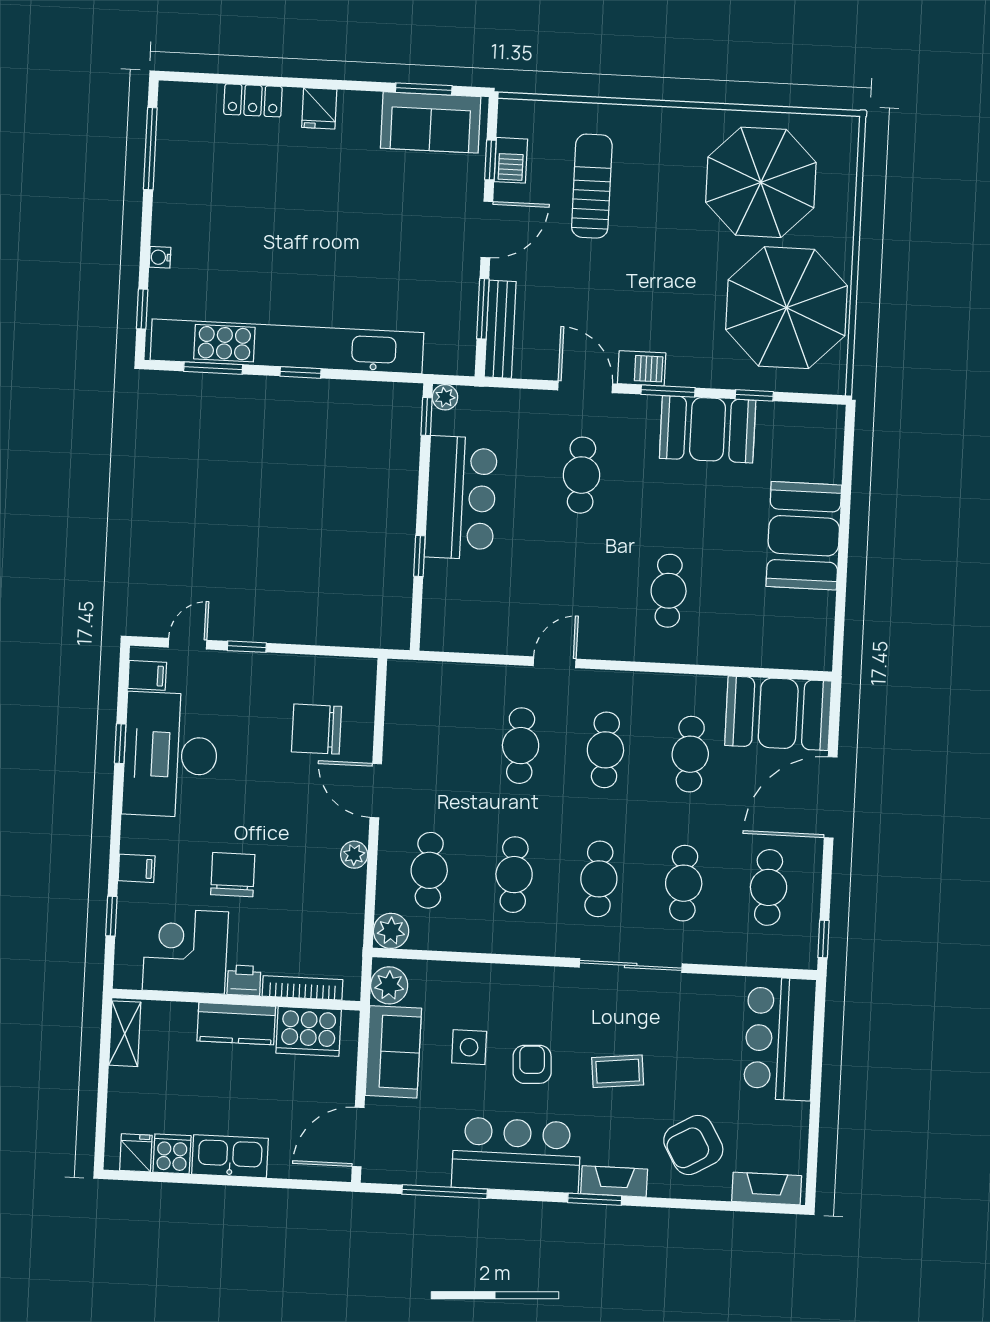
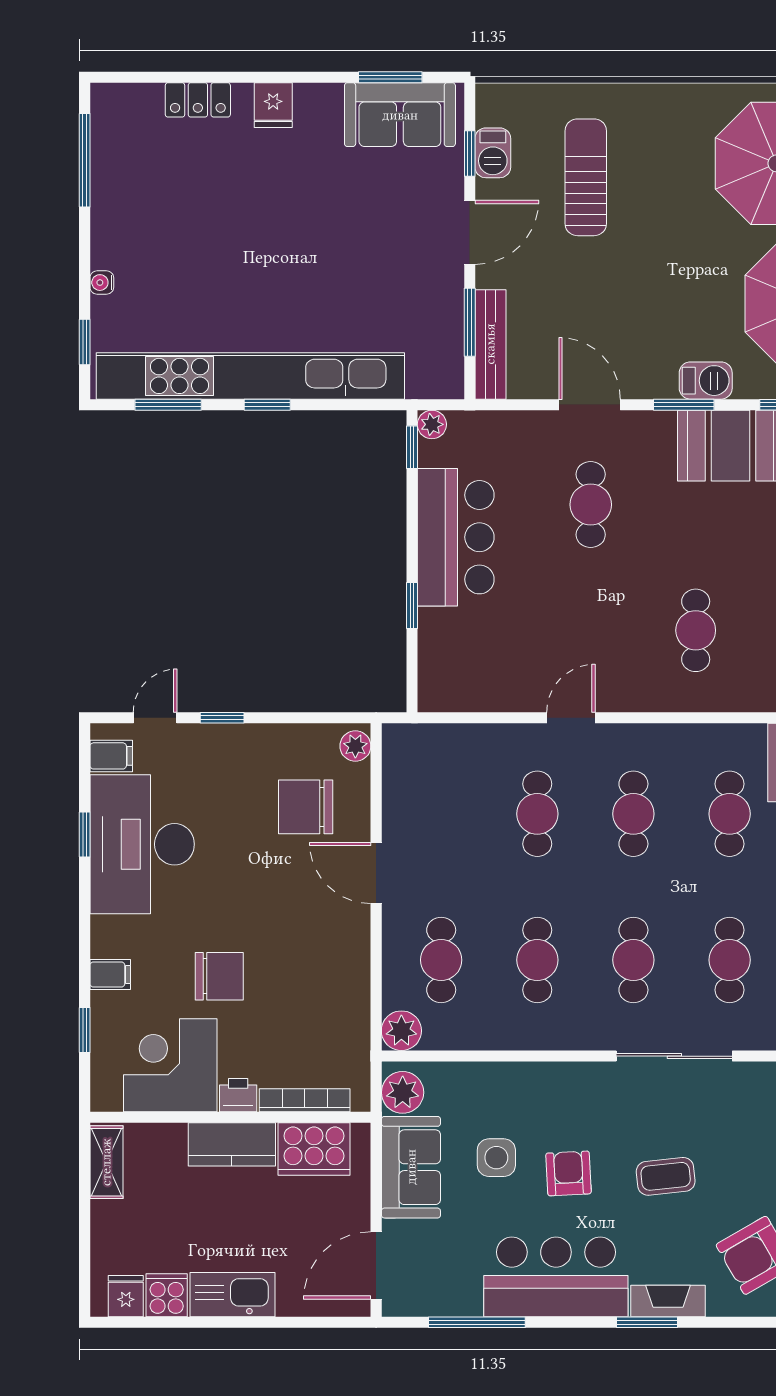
barbecue: (642, 368) -> (706, 381), moved
plant: (354, 855) -> (355, 746), moved
chair: (233, 875) -> (219, 976), turned 90

